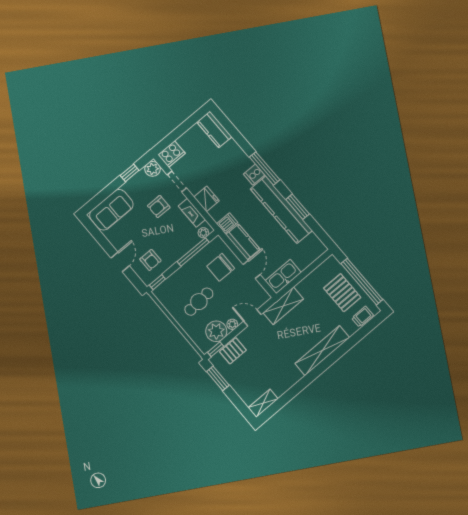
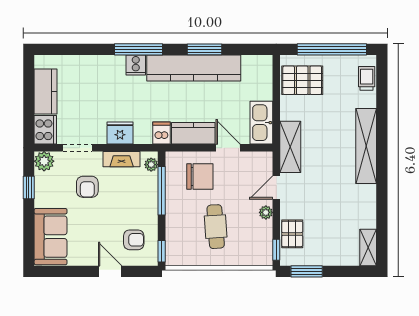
kitchen counter: (214, 129) -> (46, 91), moved, turned -90
chair: (221, 267) -> (200, 176), turned -90
pallet: (342, 293) -> (302, 80), moved
plant: (216, 331) -> (259, 234), removed

